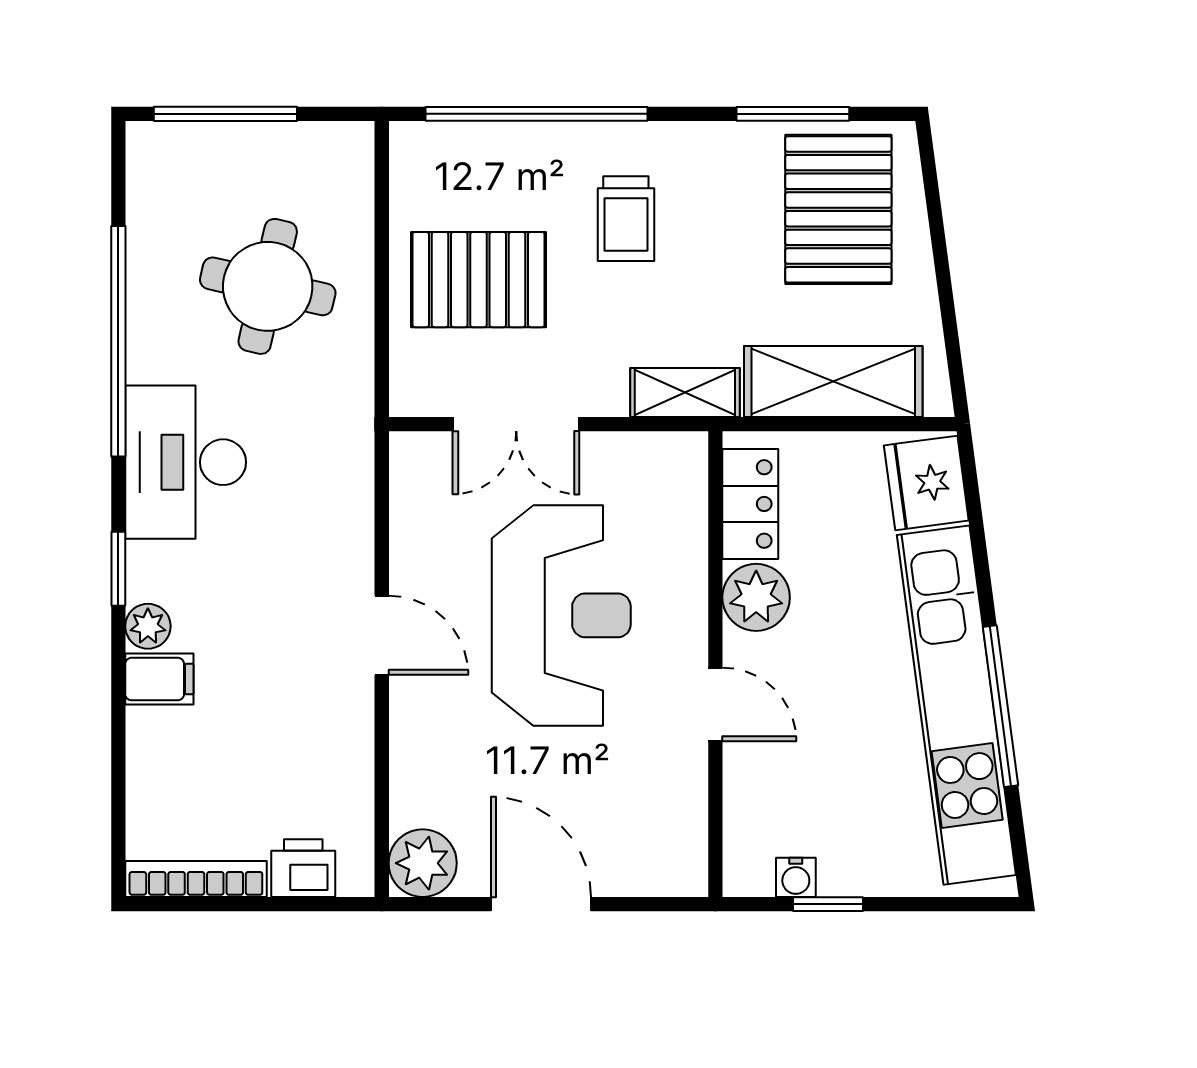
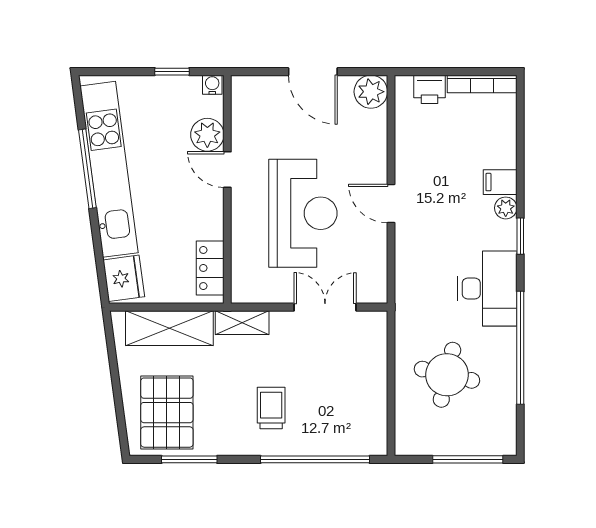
pallet: (478, 280) -> (344, 378), removed
plant: (756, 597) -> (207, 135), moved
reception desk: (561, 615) -> (303, 213), turned 180
water cooler: (796, 877) -> (212, 85), moved

